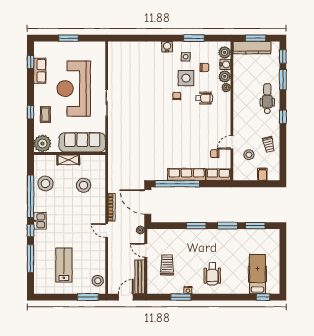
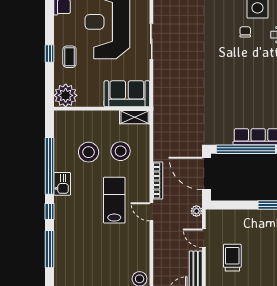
sofa: (82, 142) -> (127, 94), width x0.73
shelving: (68, 160) -> (135, 117), moved
stool: (45, 184) -> (89, 152), moved
kitchen sink: (40, 221) -> (62, 184), moved
lab bench: (64, 265) -> (114, 200), moved

